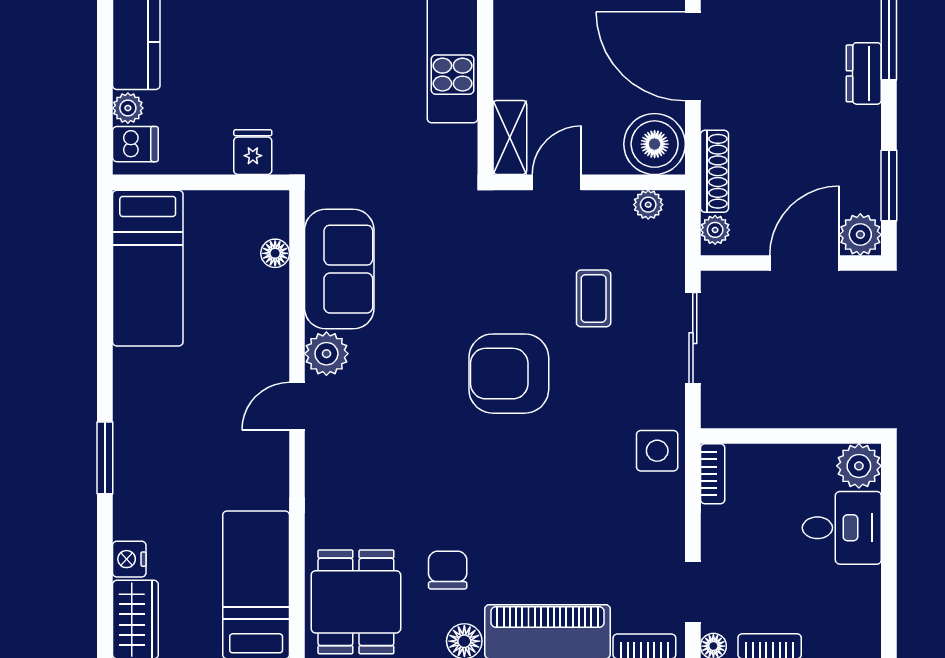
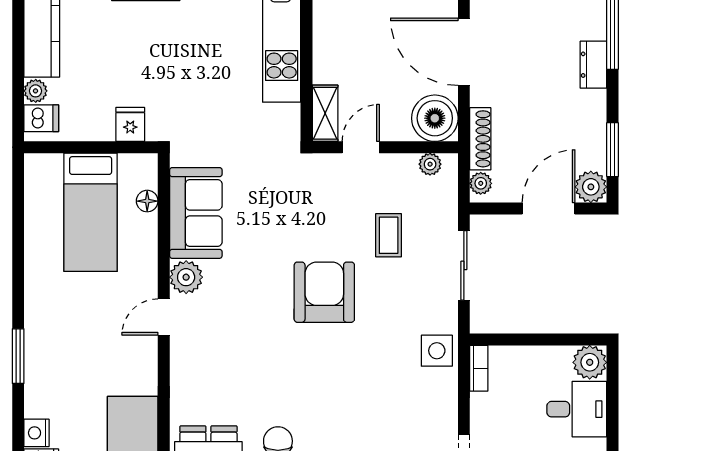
bed: (148, 268) -> (91, 212), moved
armchair: (509, 374) -> (324, 292), turned 90

